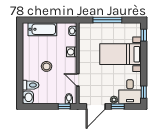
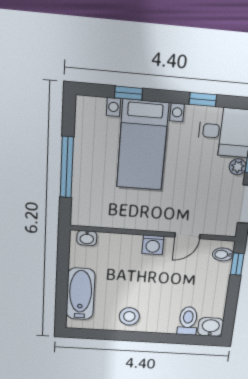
window: (144, 35) -> (128, 93), moved
washing machine: (72, 52) -> (153, 245), moved
stool: (47, 66) -> (129, 316), moved
window: (144, 92) -> (203, 100), moved

